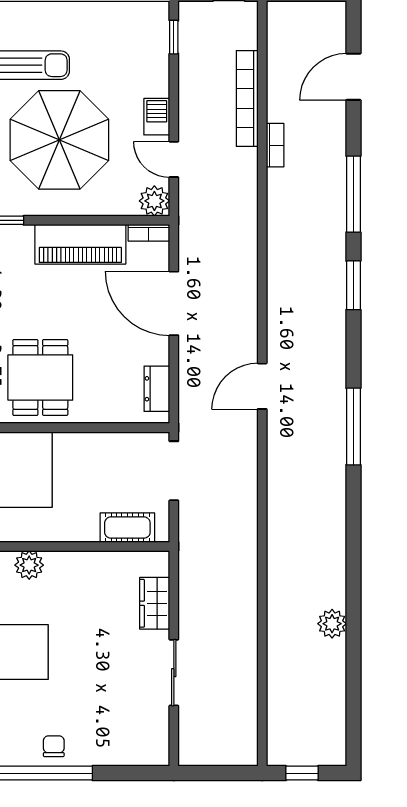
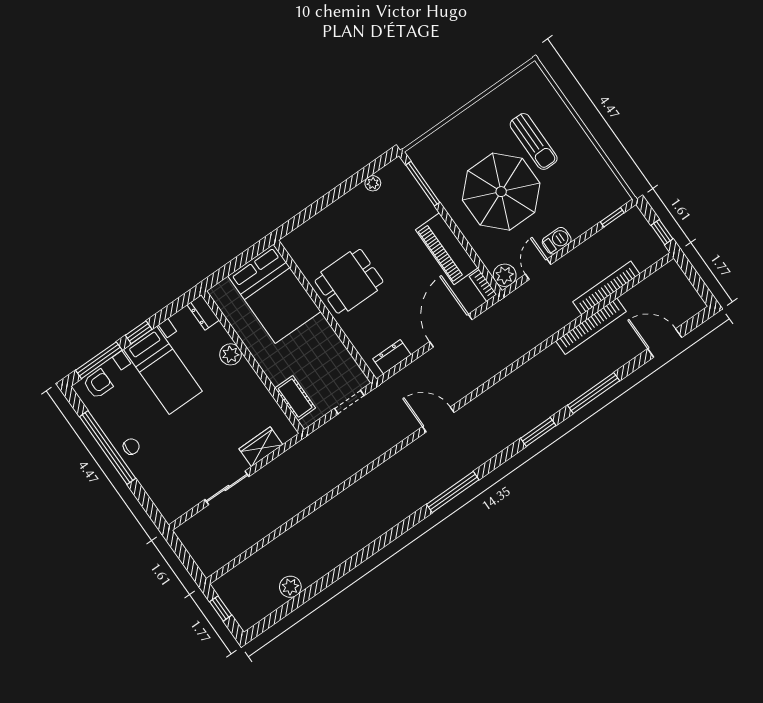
bookcase: (275, 145) -> (591, 326), width x2.31, depth x1.31
doorway: (174, 471) -> (349, 402), width x0.73
plant: (332, 624) -> (290, 587), moved

